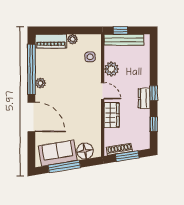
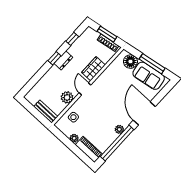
window: (120, 30) -> (39, 116), removed
bench: (124, 40) -> (46, 112), width x0.73

